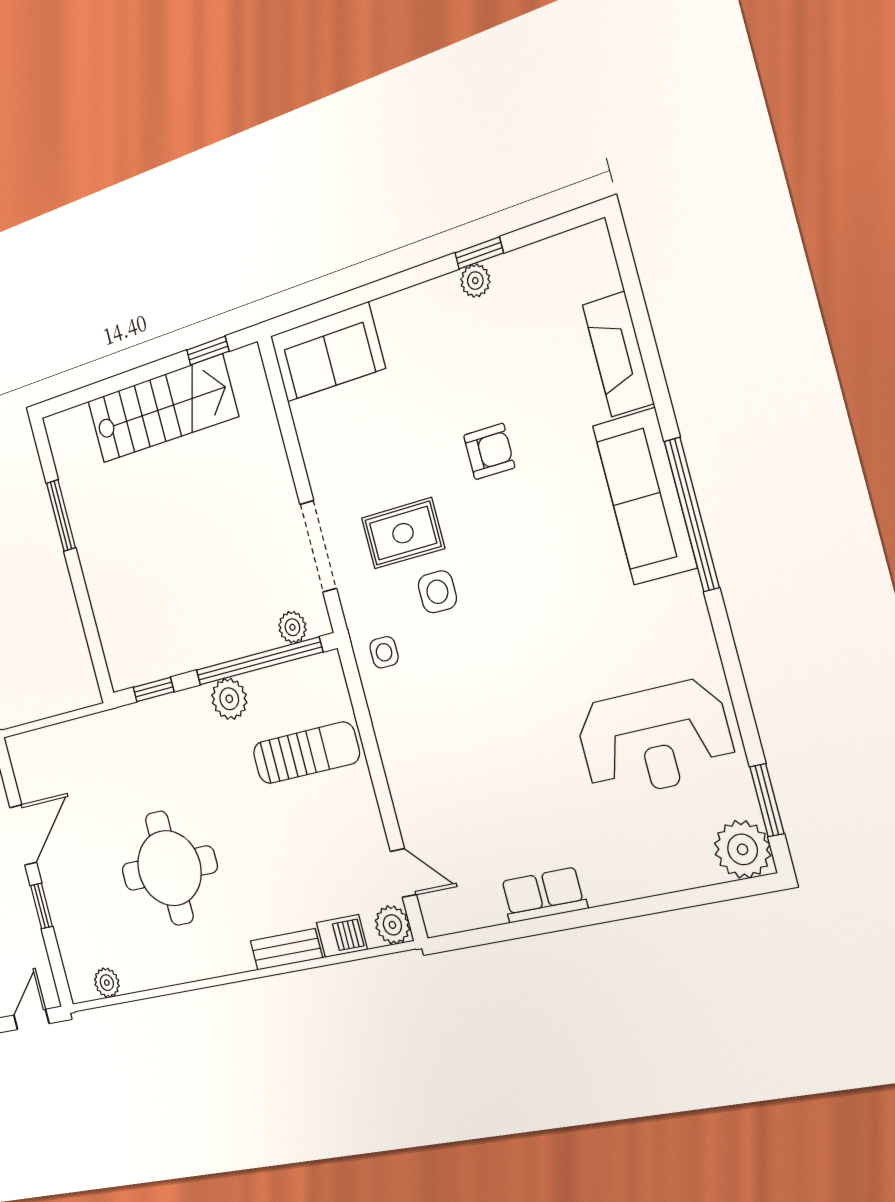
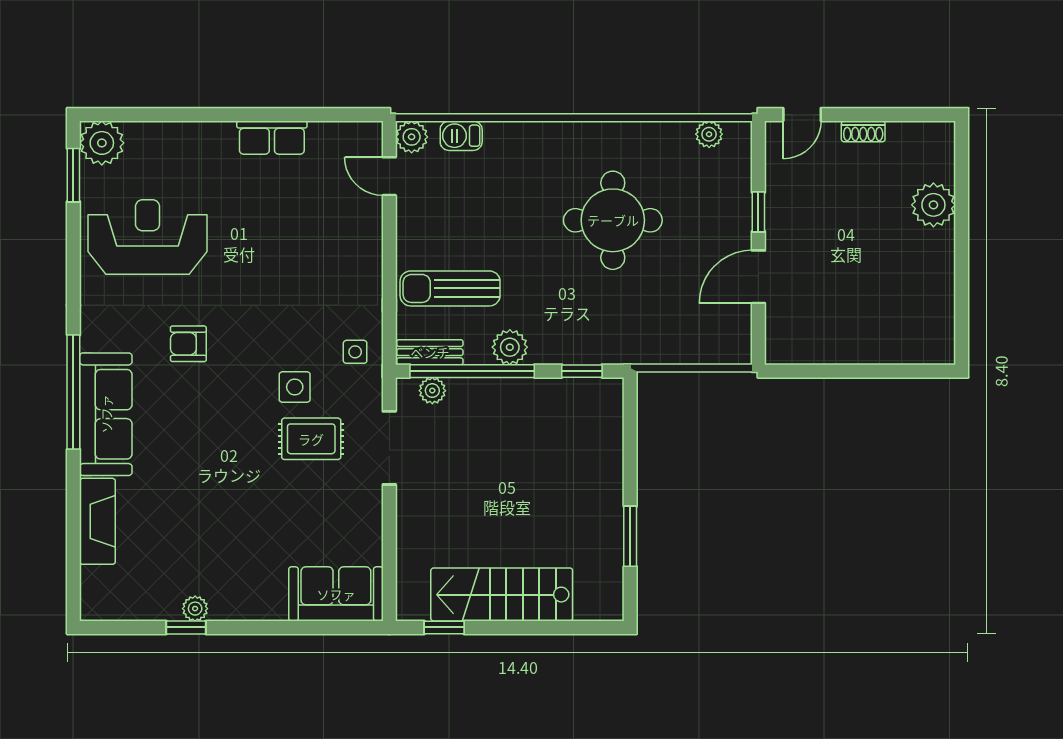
armchair: (489, 451) -> (188, 344), moved
bench: (286, 949) -> (430, 352), moved

